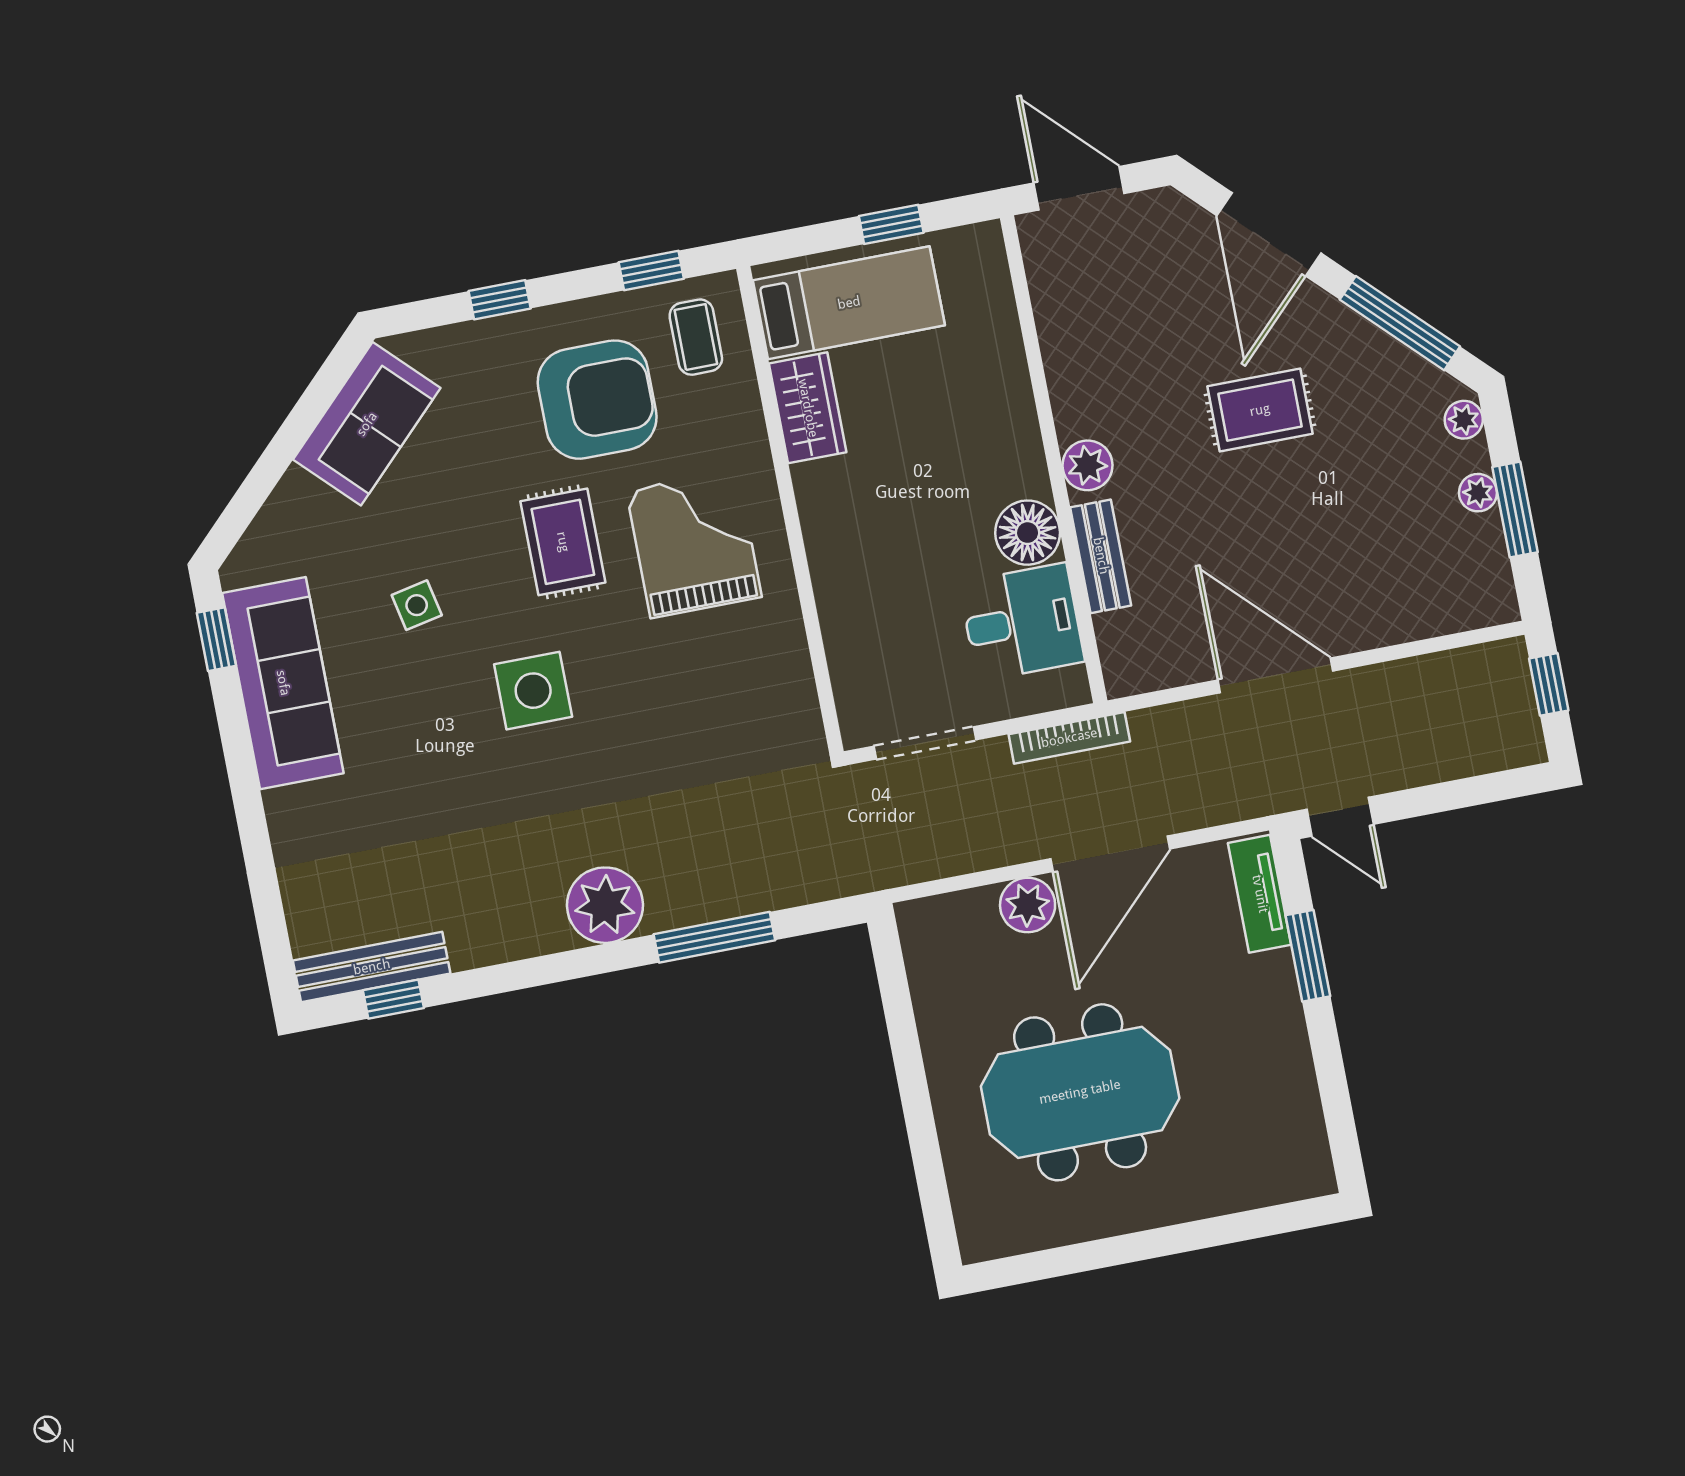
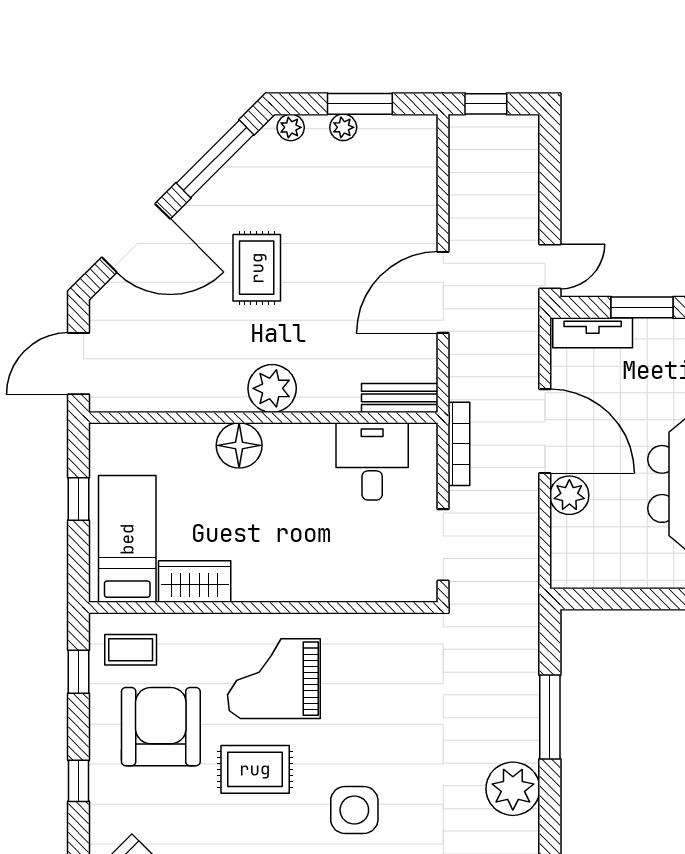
plant: (1087, 465) -> (272, 388), width x1.36, depth x1.36
floor lamp: (1028, 533) -> (239, 445), moved
bench: (1101, 556) -> (400, 398), moved

